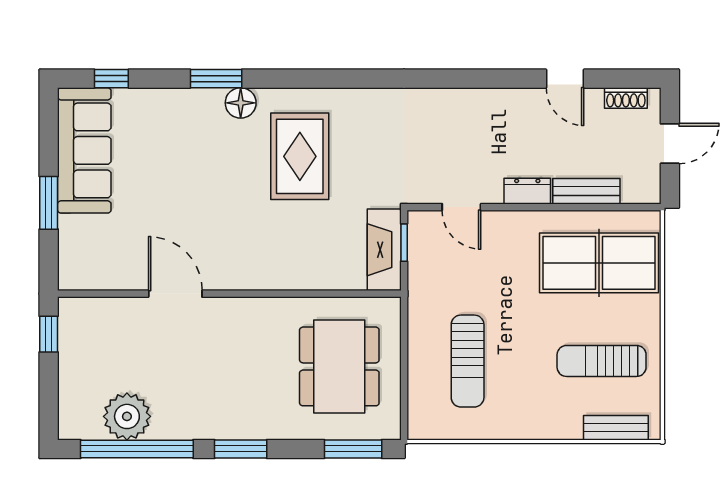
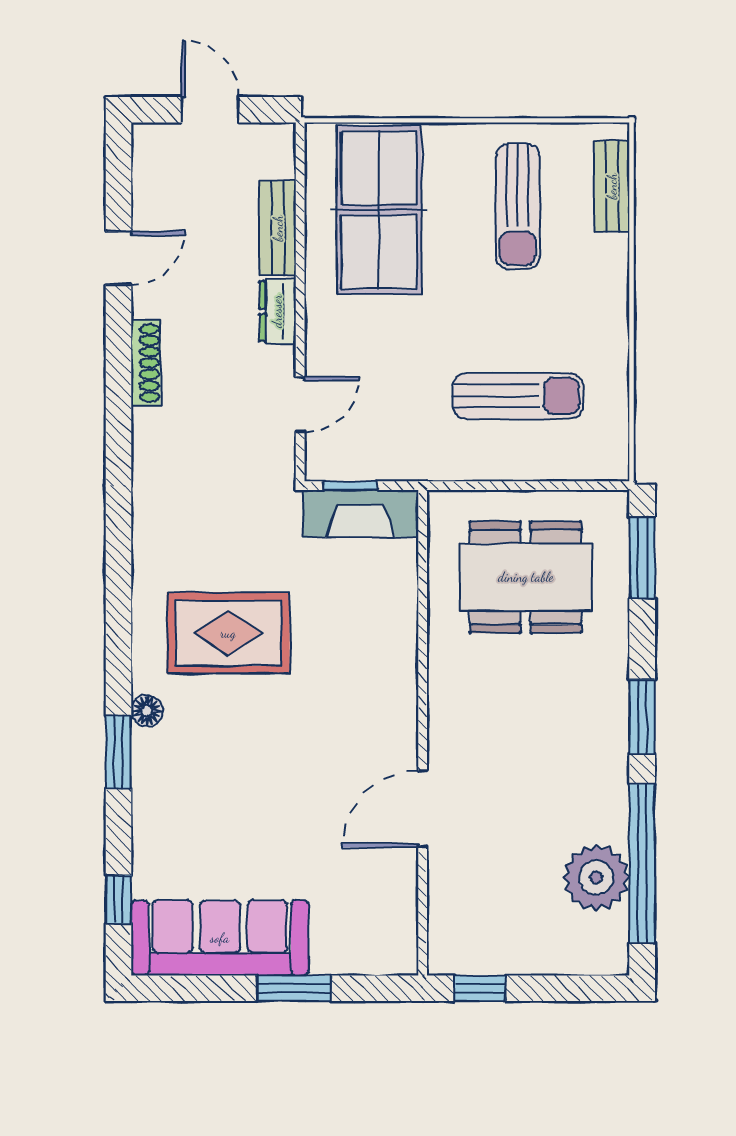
shoe rack: (626, 98) -> (146, 363), moved, width x1.43
floor lamp: (241, 103) -> (147, 711), width x0.73, depth x0.73

